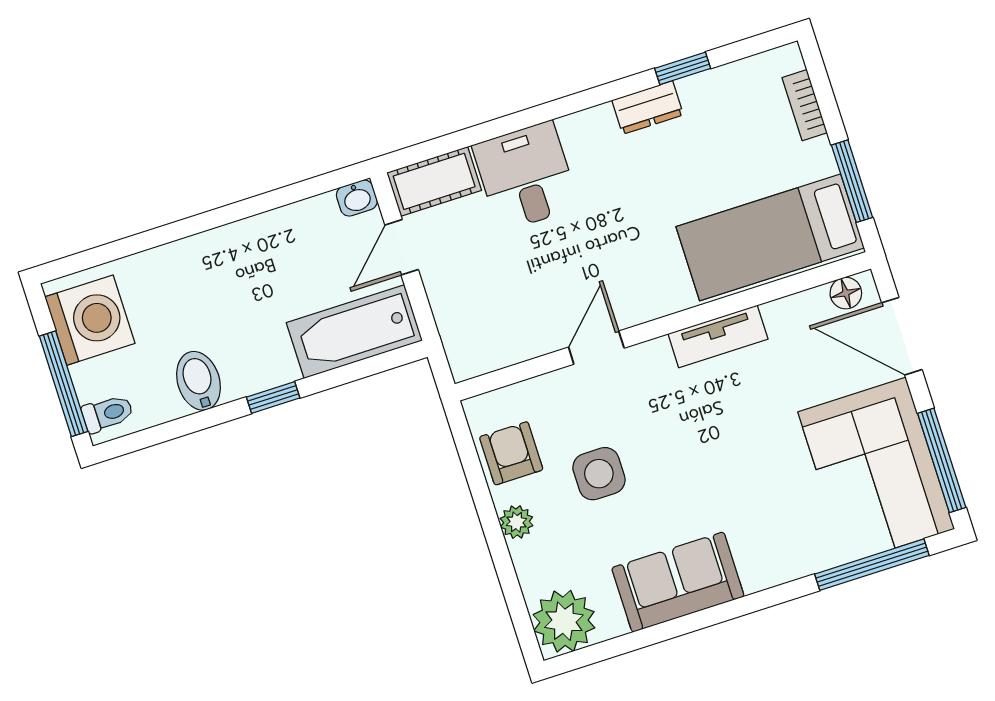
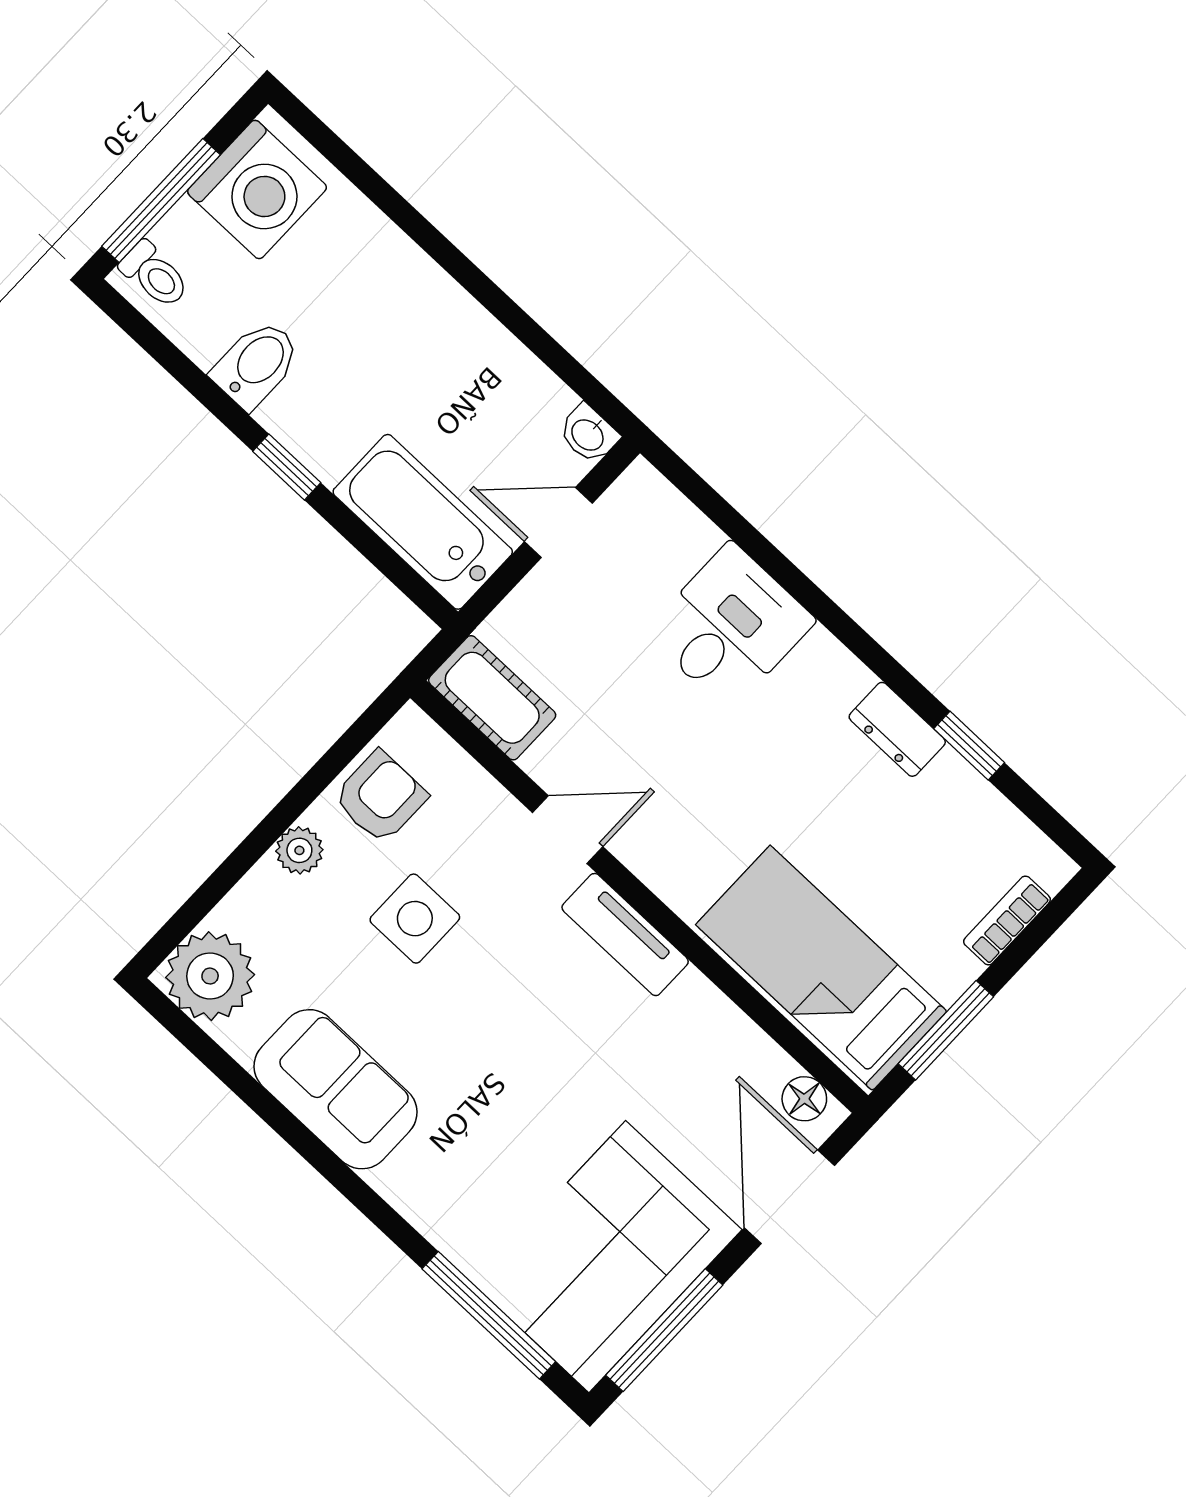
cot: (434, 181) -> (492, 698), moved
tv unit: (718, 336) -> (625, 935), moved

